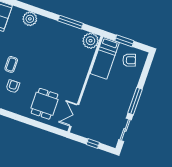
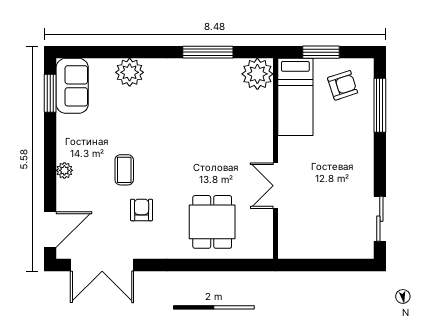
window: (135, 101) -> (380, 105), moved
double door: (74, 115) -> (276, 186), moved
window: (93, 144) -> (329, 265), removed

